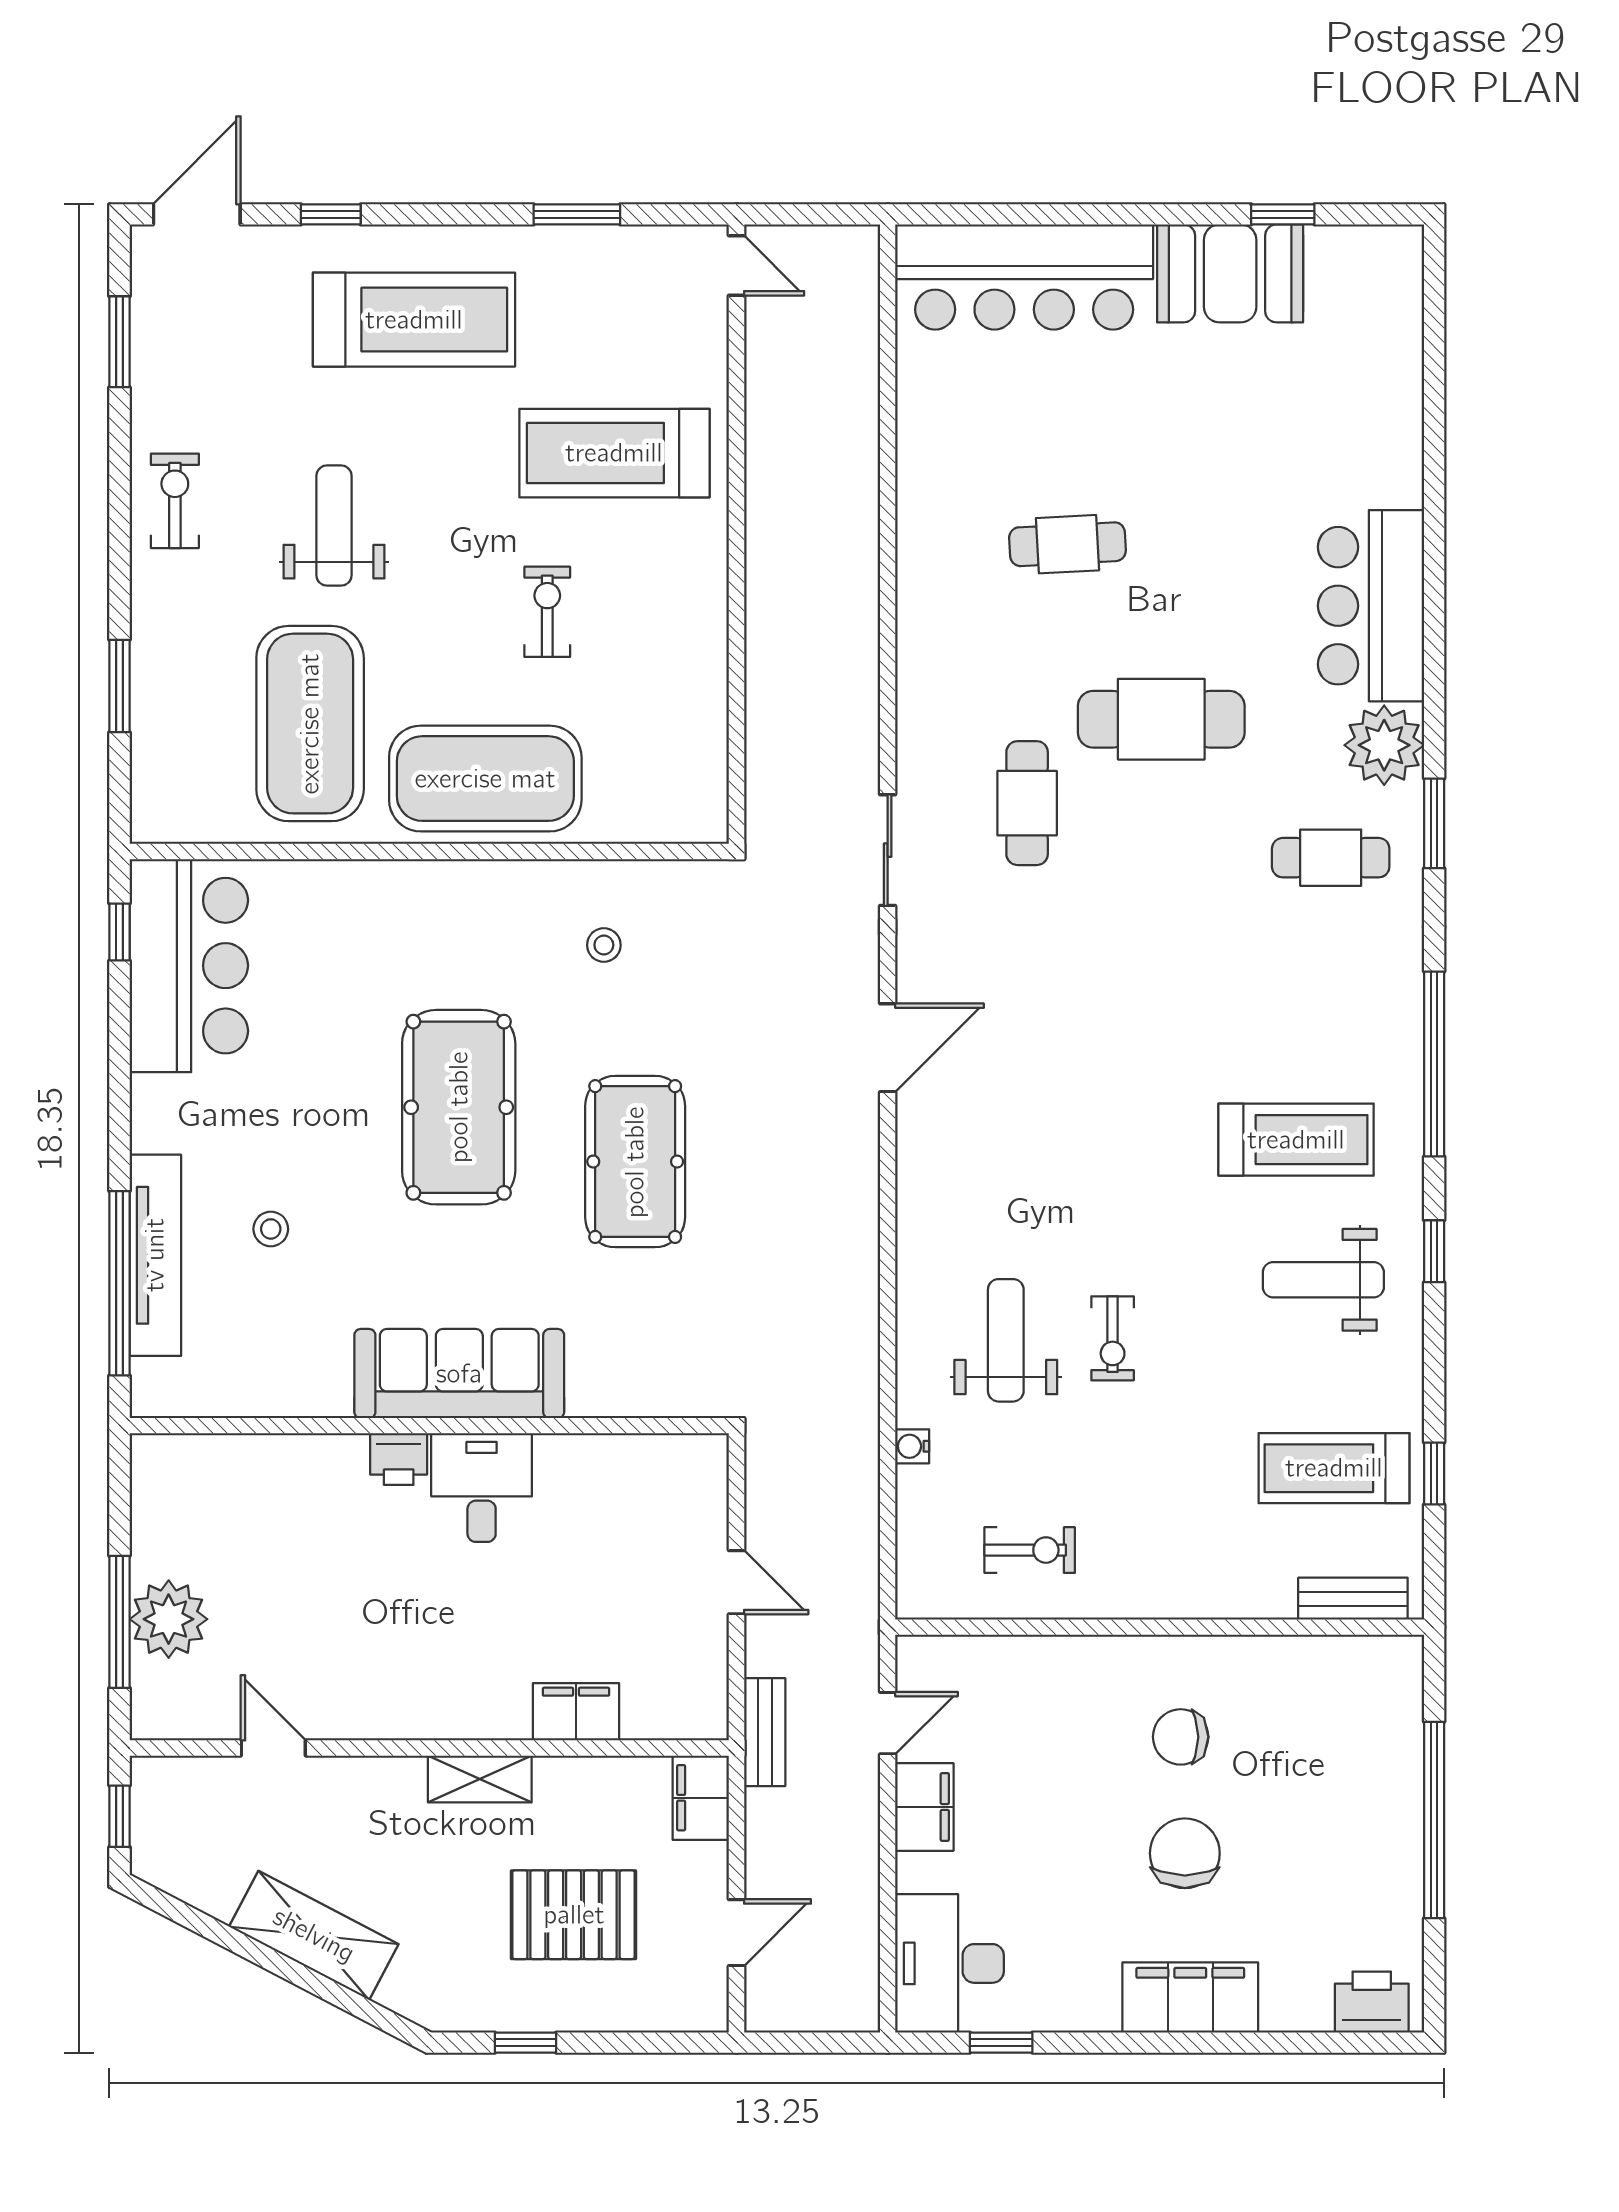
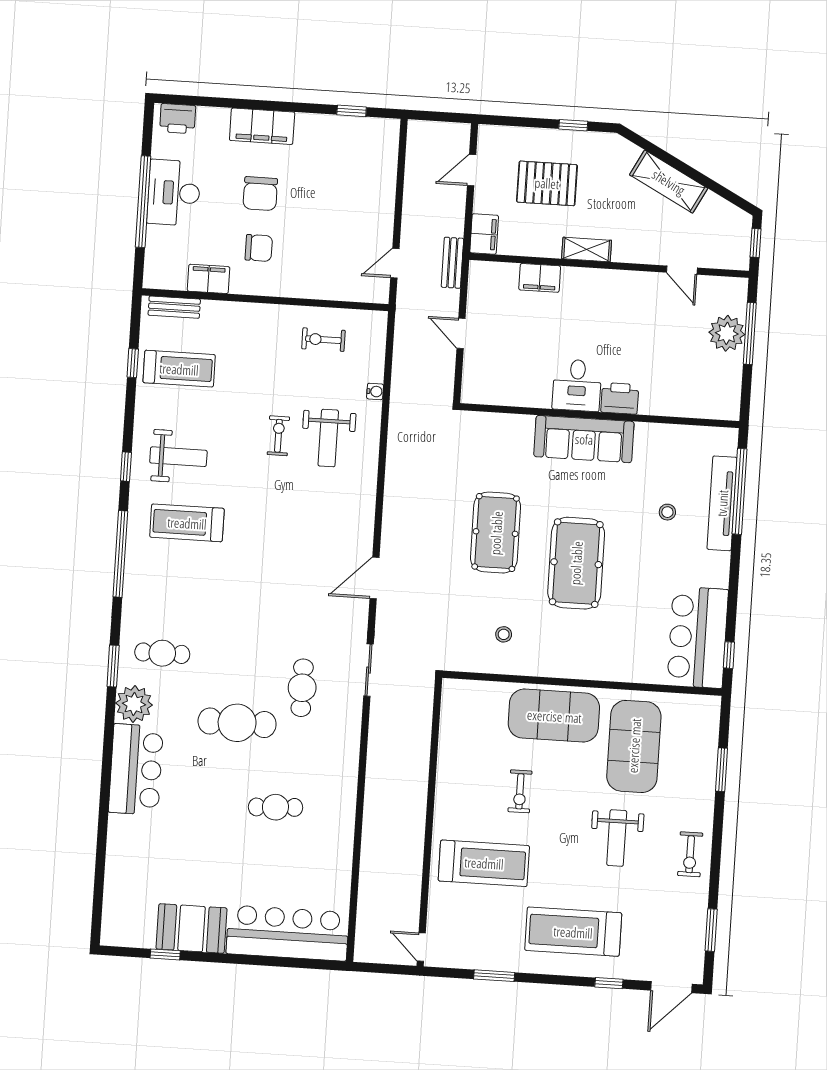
printer: (399, 1459) -> (620, 398), width x1.36, depth x1.24
filing cabinet: (924, 1807) -> (209, 279), moved, turned 90
desk: (950, 1963) -> (174, 193), moved, turned 180

